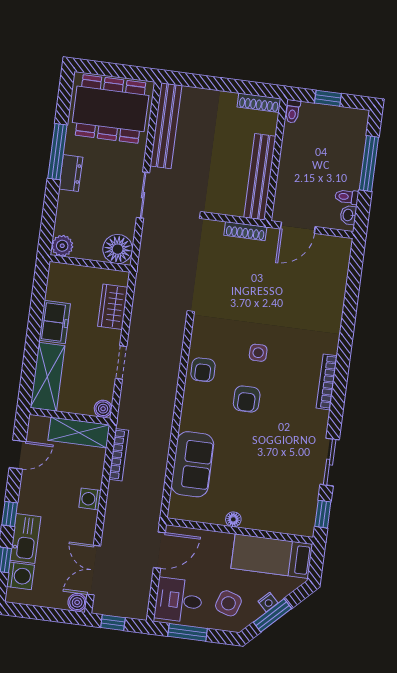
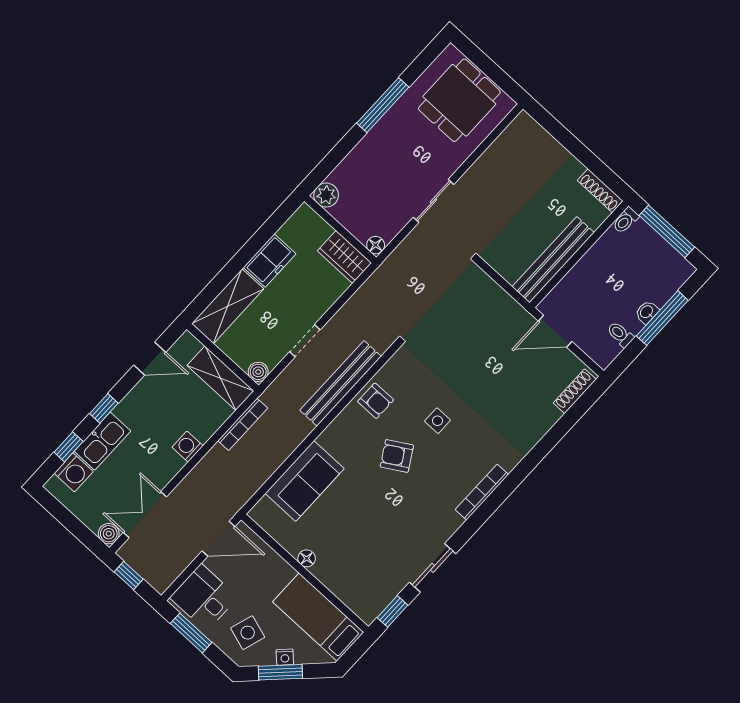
window: (328, 98) -> (667, 231), width x2.17
dining table: (111, 109) -> (459, 100), width x0.73
bench: (166, 126) -> (341, 383), moved
dresser: (71, 173) -> (381, 134), removed
washbasin: (348, 215) -> (647, 312), moved
shoe rack: (245, 231) -> (575, 391), moved, turned 90
floor lamp: (118, 249) -> (376, 245), width x0.53, depth x0.53
wardrobe: (113, 307) -> (344, 257), moved, turned -90
armchair: (203, 370) -> (376, 401), turned -90
armchair: (247, 399) -> (397, 456), turned 59

